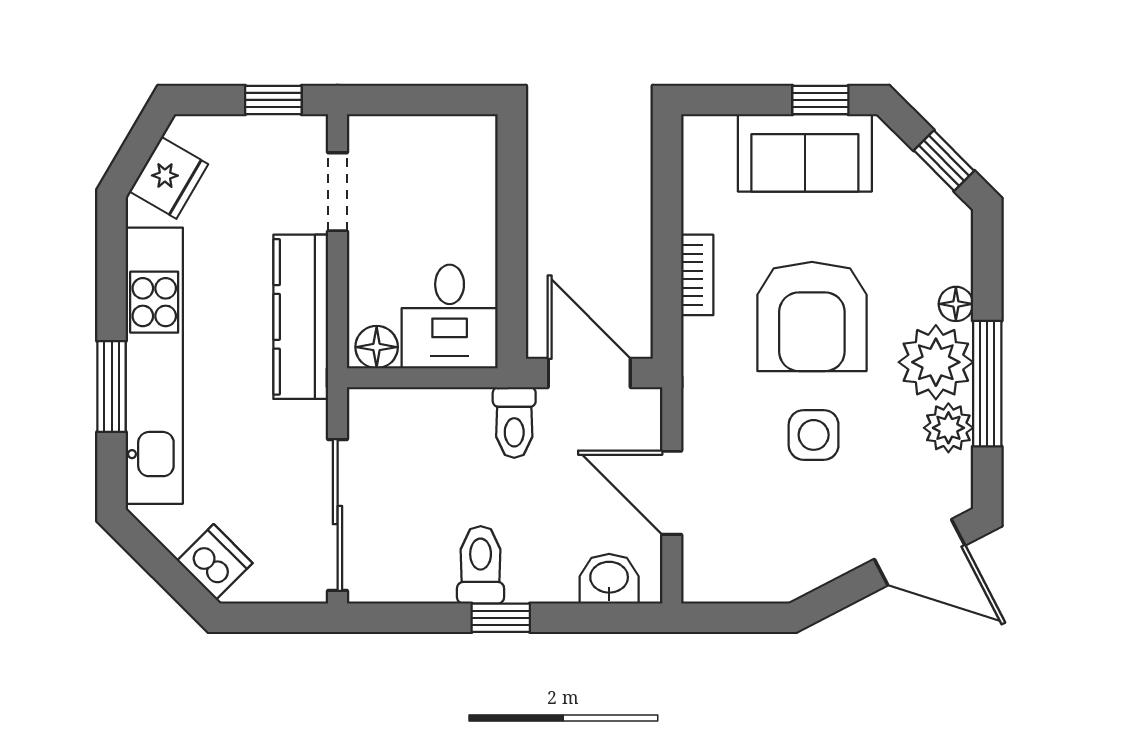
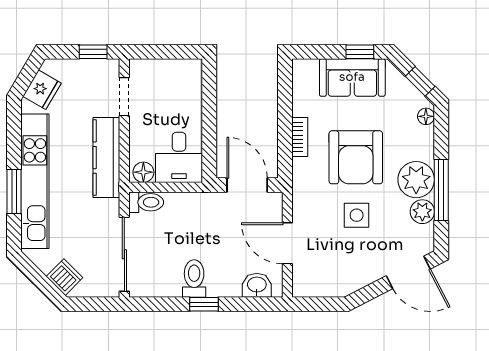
floor lamp: (956, 304) -> (426, 116), moved
toilet: (514, 422) -> (146, 202), moved, turned -90

